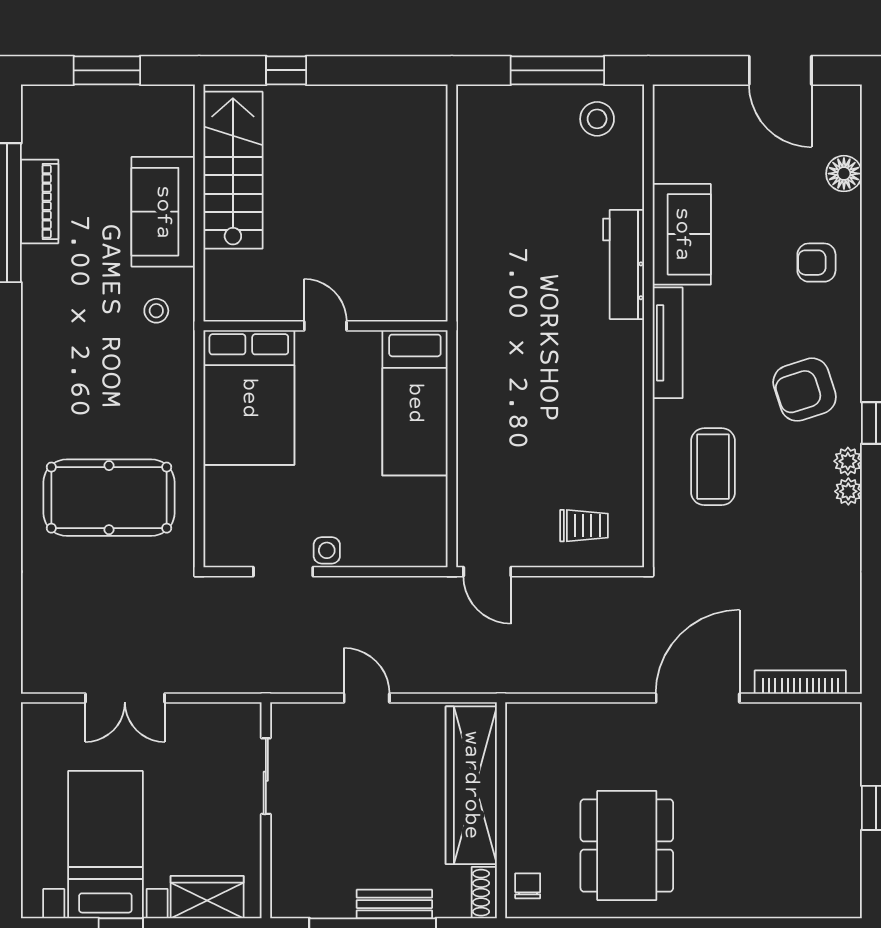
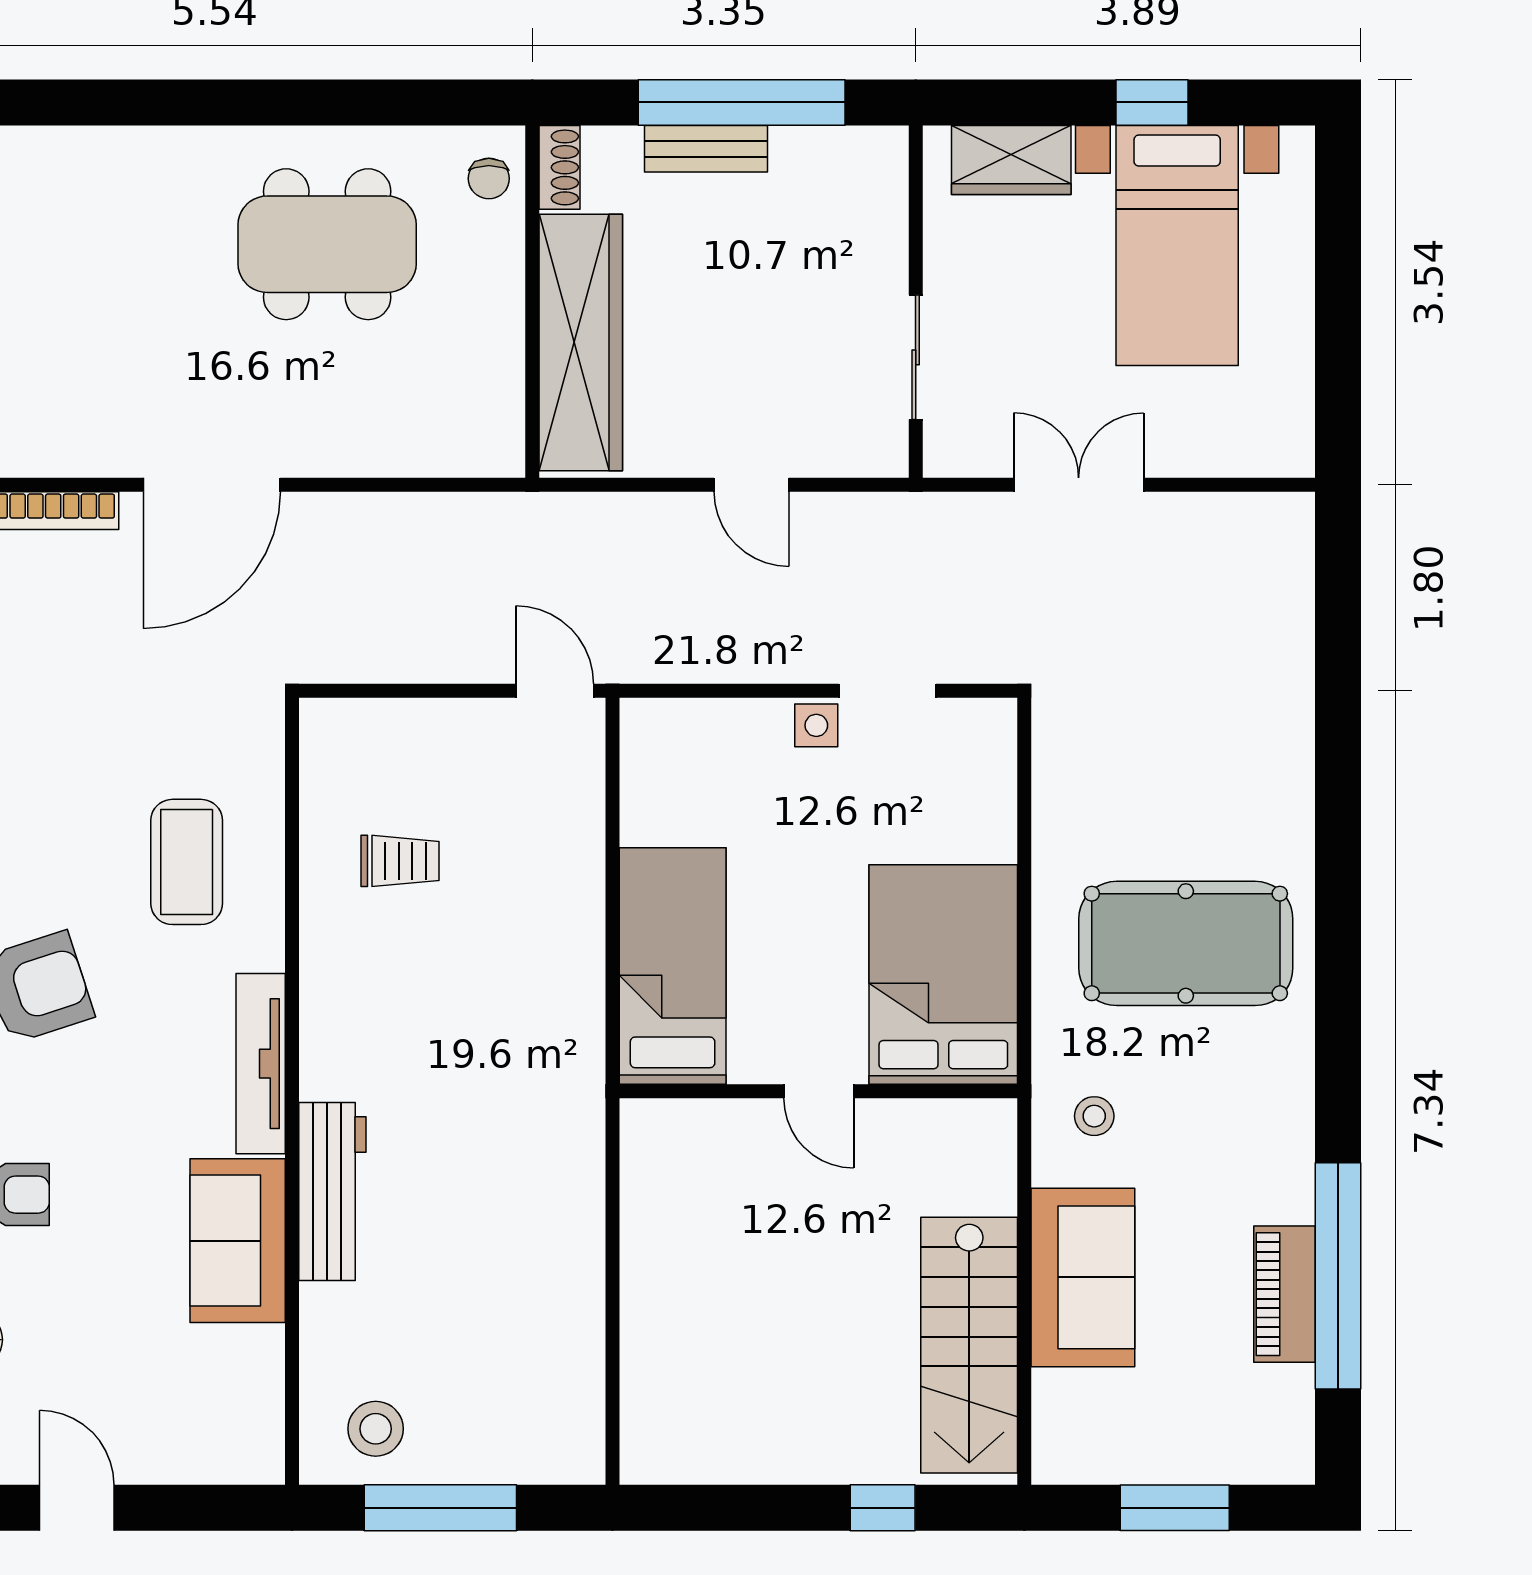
door: (780, 70) -> (77, 1508), width x0.73
pool table: (109, 498) -> (1186, 943), moved
trolley: (584, 526) -> (400, 861), moved, turned 180
double door: (125, 698) -> (1079, 485), moved
dining table: (627, 846) -> (327, 244), turned 90

